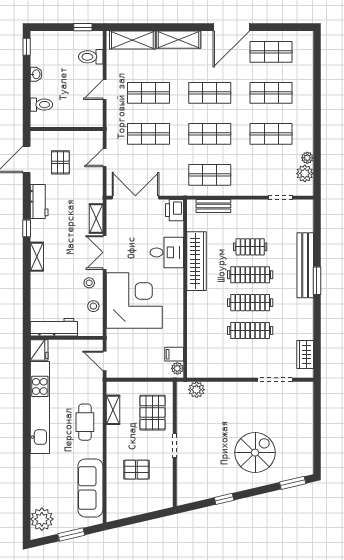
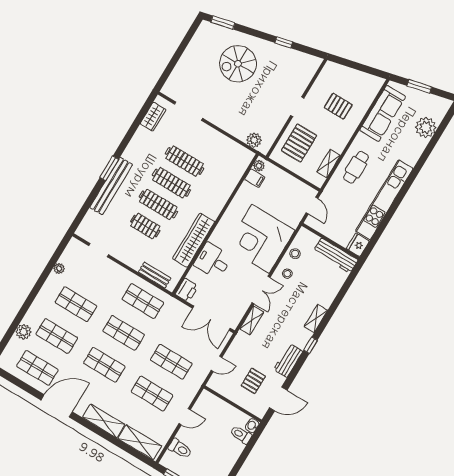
washbasin: (36, 74) -> (252, 426), moved
plant: (305, 173) -> (23, 332), moved
plant: (42, 519) -> (426, 127), moved

